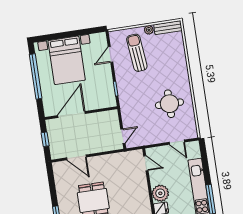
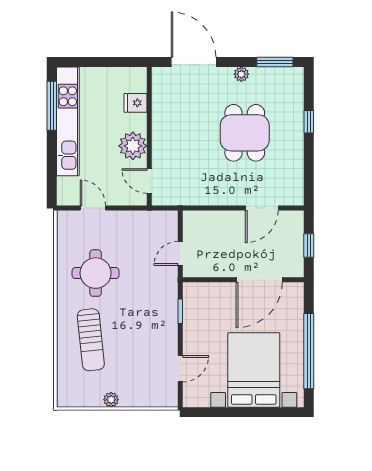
bench: (168, 28) -> (79, 399), removed
sun lounger: (137, 53) -> (91, 340), moved
door: (123, 136) -> (180, 253), moved
door: (76, 157) -> (262, 208), swing flipped
plant: (160, 193) -> (133, 146), moved

